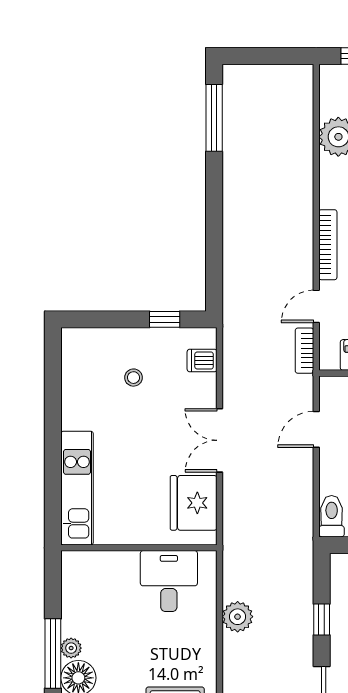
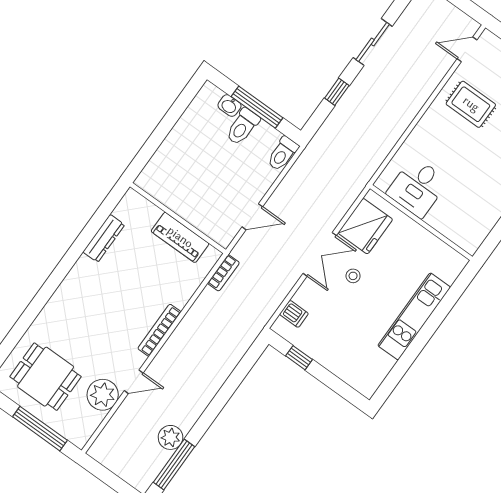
door: (316, 306) -> (134, 382), moved
stool: (134, 378) -> (353, 276), moved
kitchen unit: (77, 488) -> (414, 316), moved
plant: (238, 617) -> (171, 437), moved

